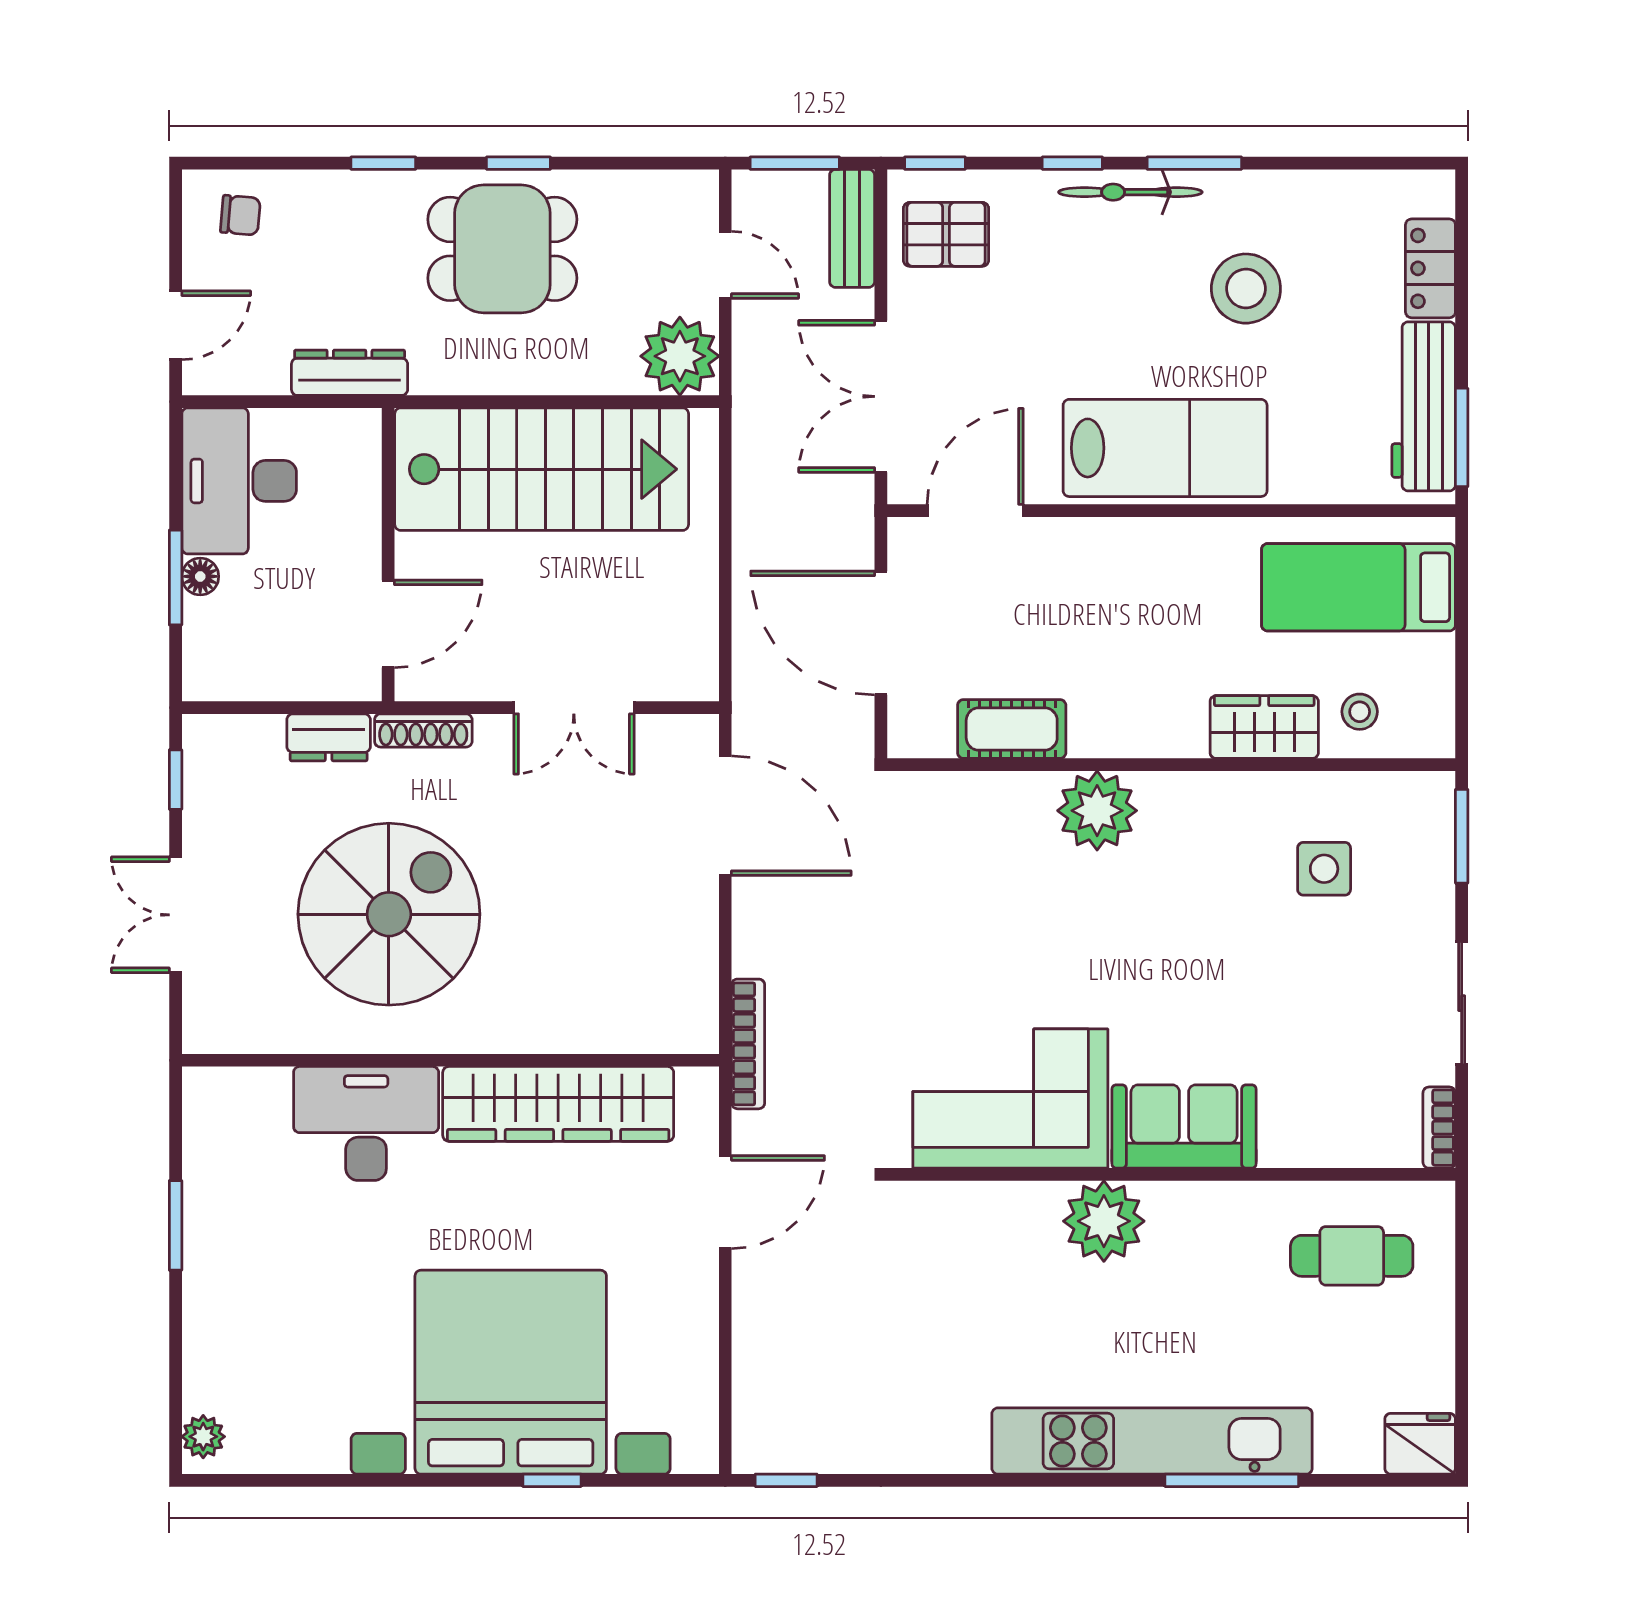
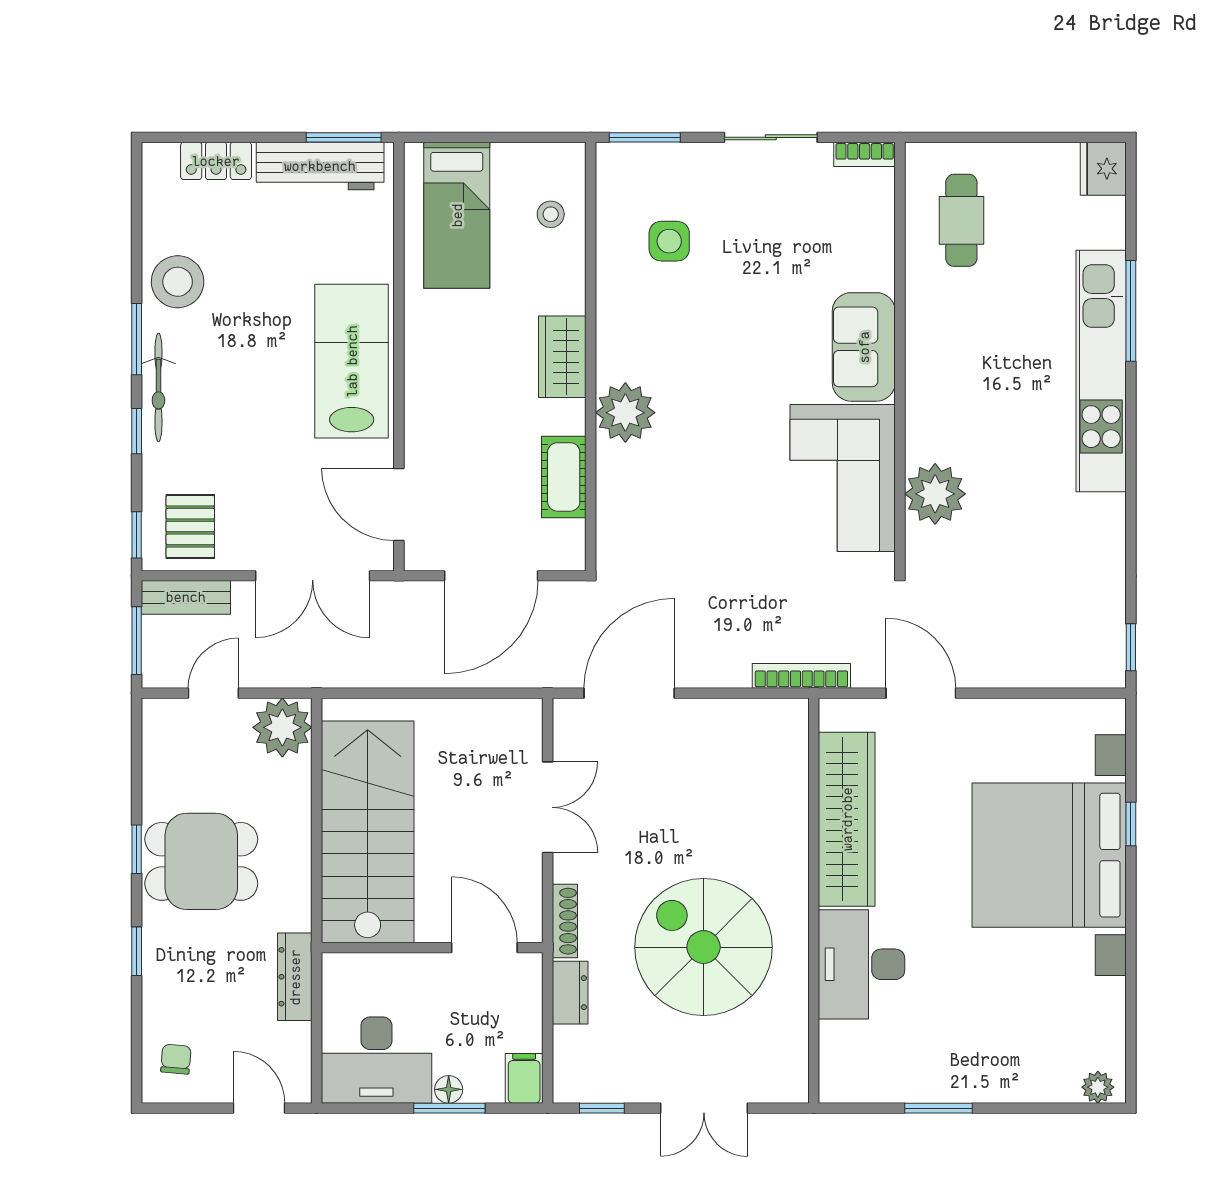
dining table: (502, 249) -> (201, 861), turned 90
stool: (1246, 289) -> (178, 282), moved
filing cabinet: (215, 677) -> (524, 1078), added
wardrobe: (1264, 727) -> (562, 357), moved
plant: (1104, 1221) -> (935, 494), moved

